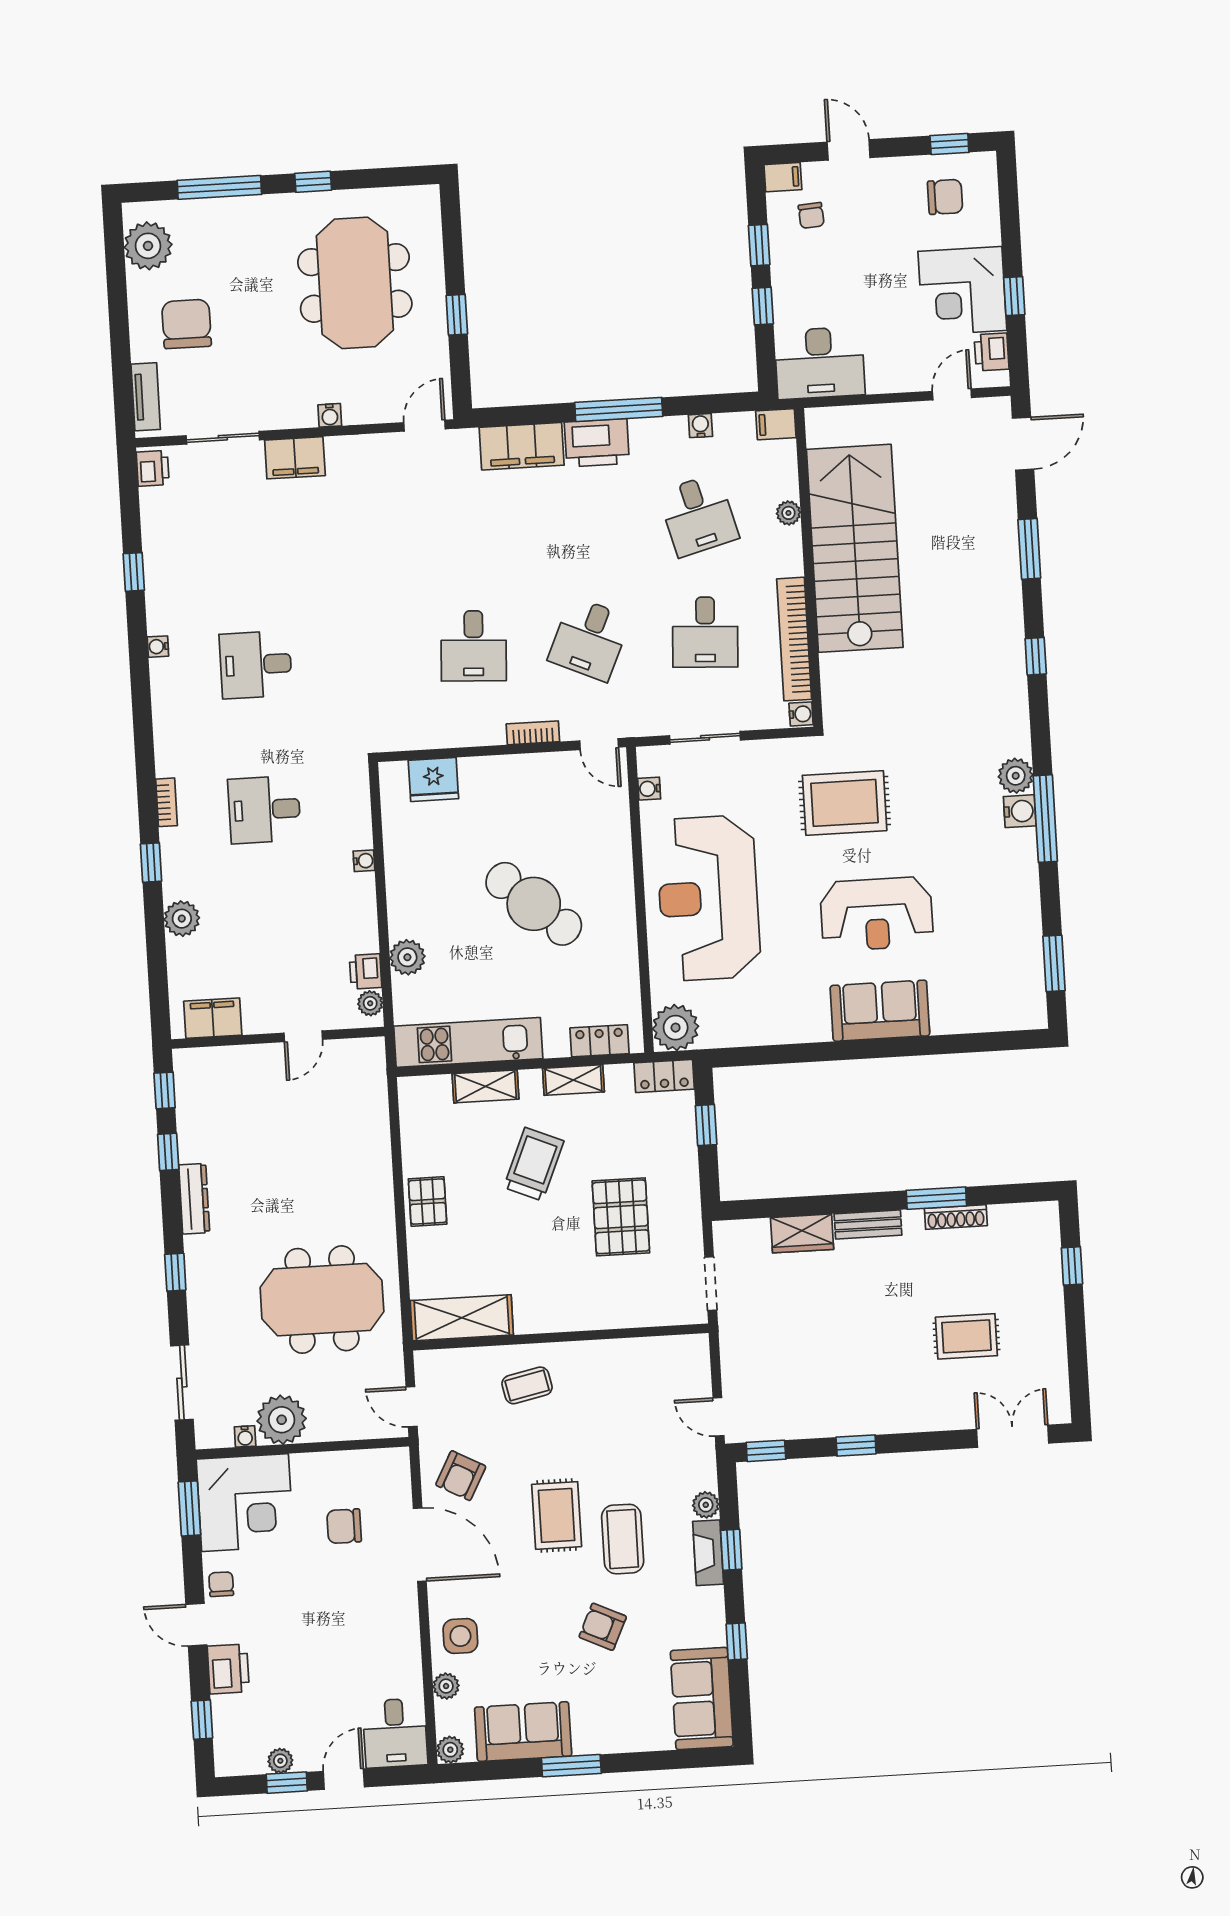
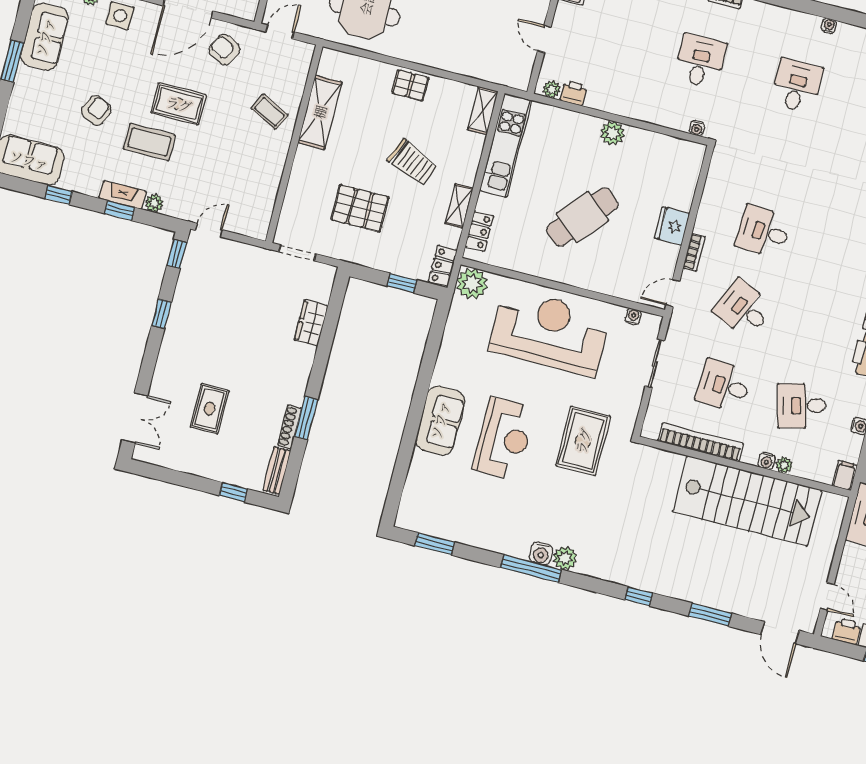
water cooler: (801, 714) -> (767, 461), moved
fridge: (433, 779) -> (672, 226), moved
water cooler: (364, 861) -> (697, 128), moved
reception desk: (877, 914) -> (504, 439), turned 180
plant: (407, 957) -> (612, 133), moved
shelving: (485, 1086) -> (483, 110), moved
bench: (868, 1224) -> (277, 471), moved
shelving: (462, 1318) -> (320, 112), moved
coffee table: (527, 1385) -> (270, 112), turned -51

